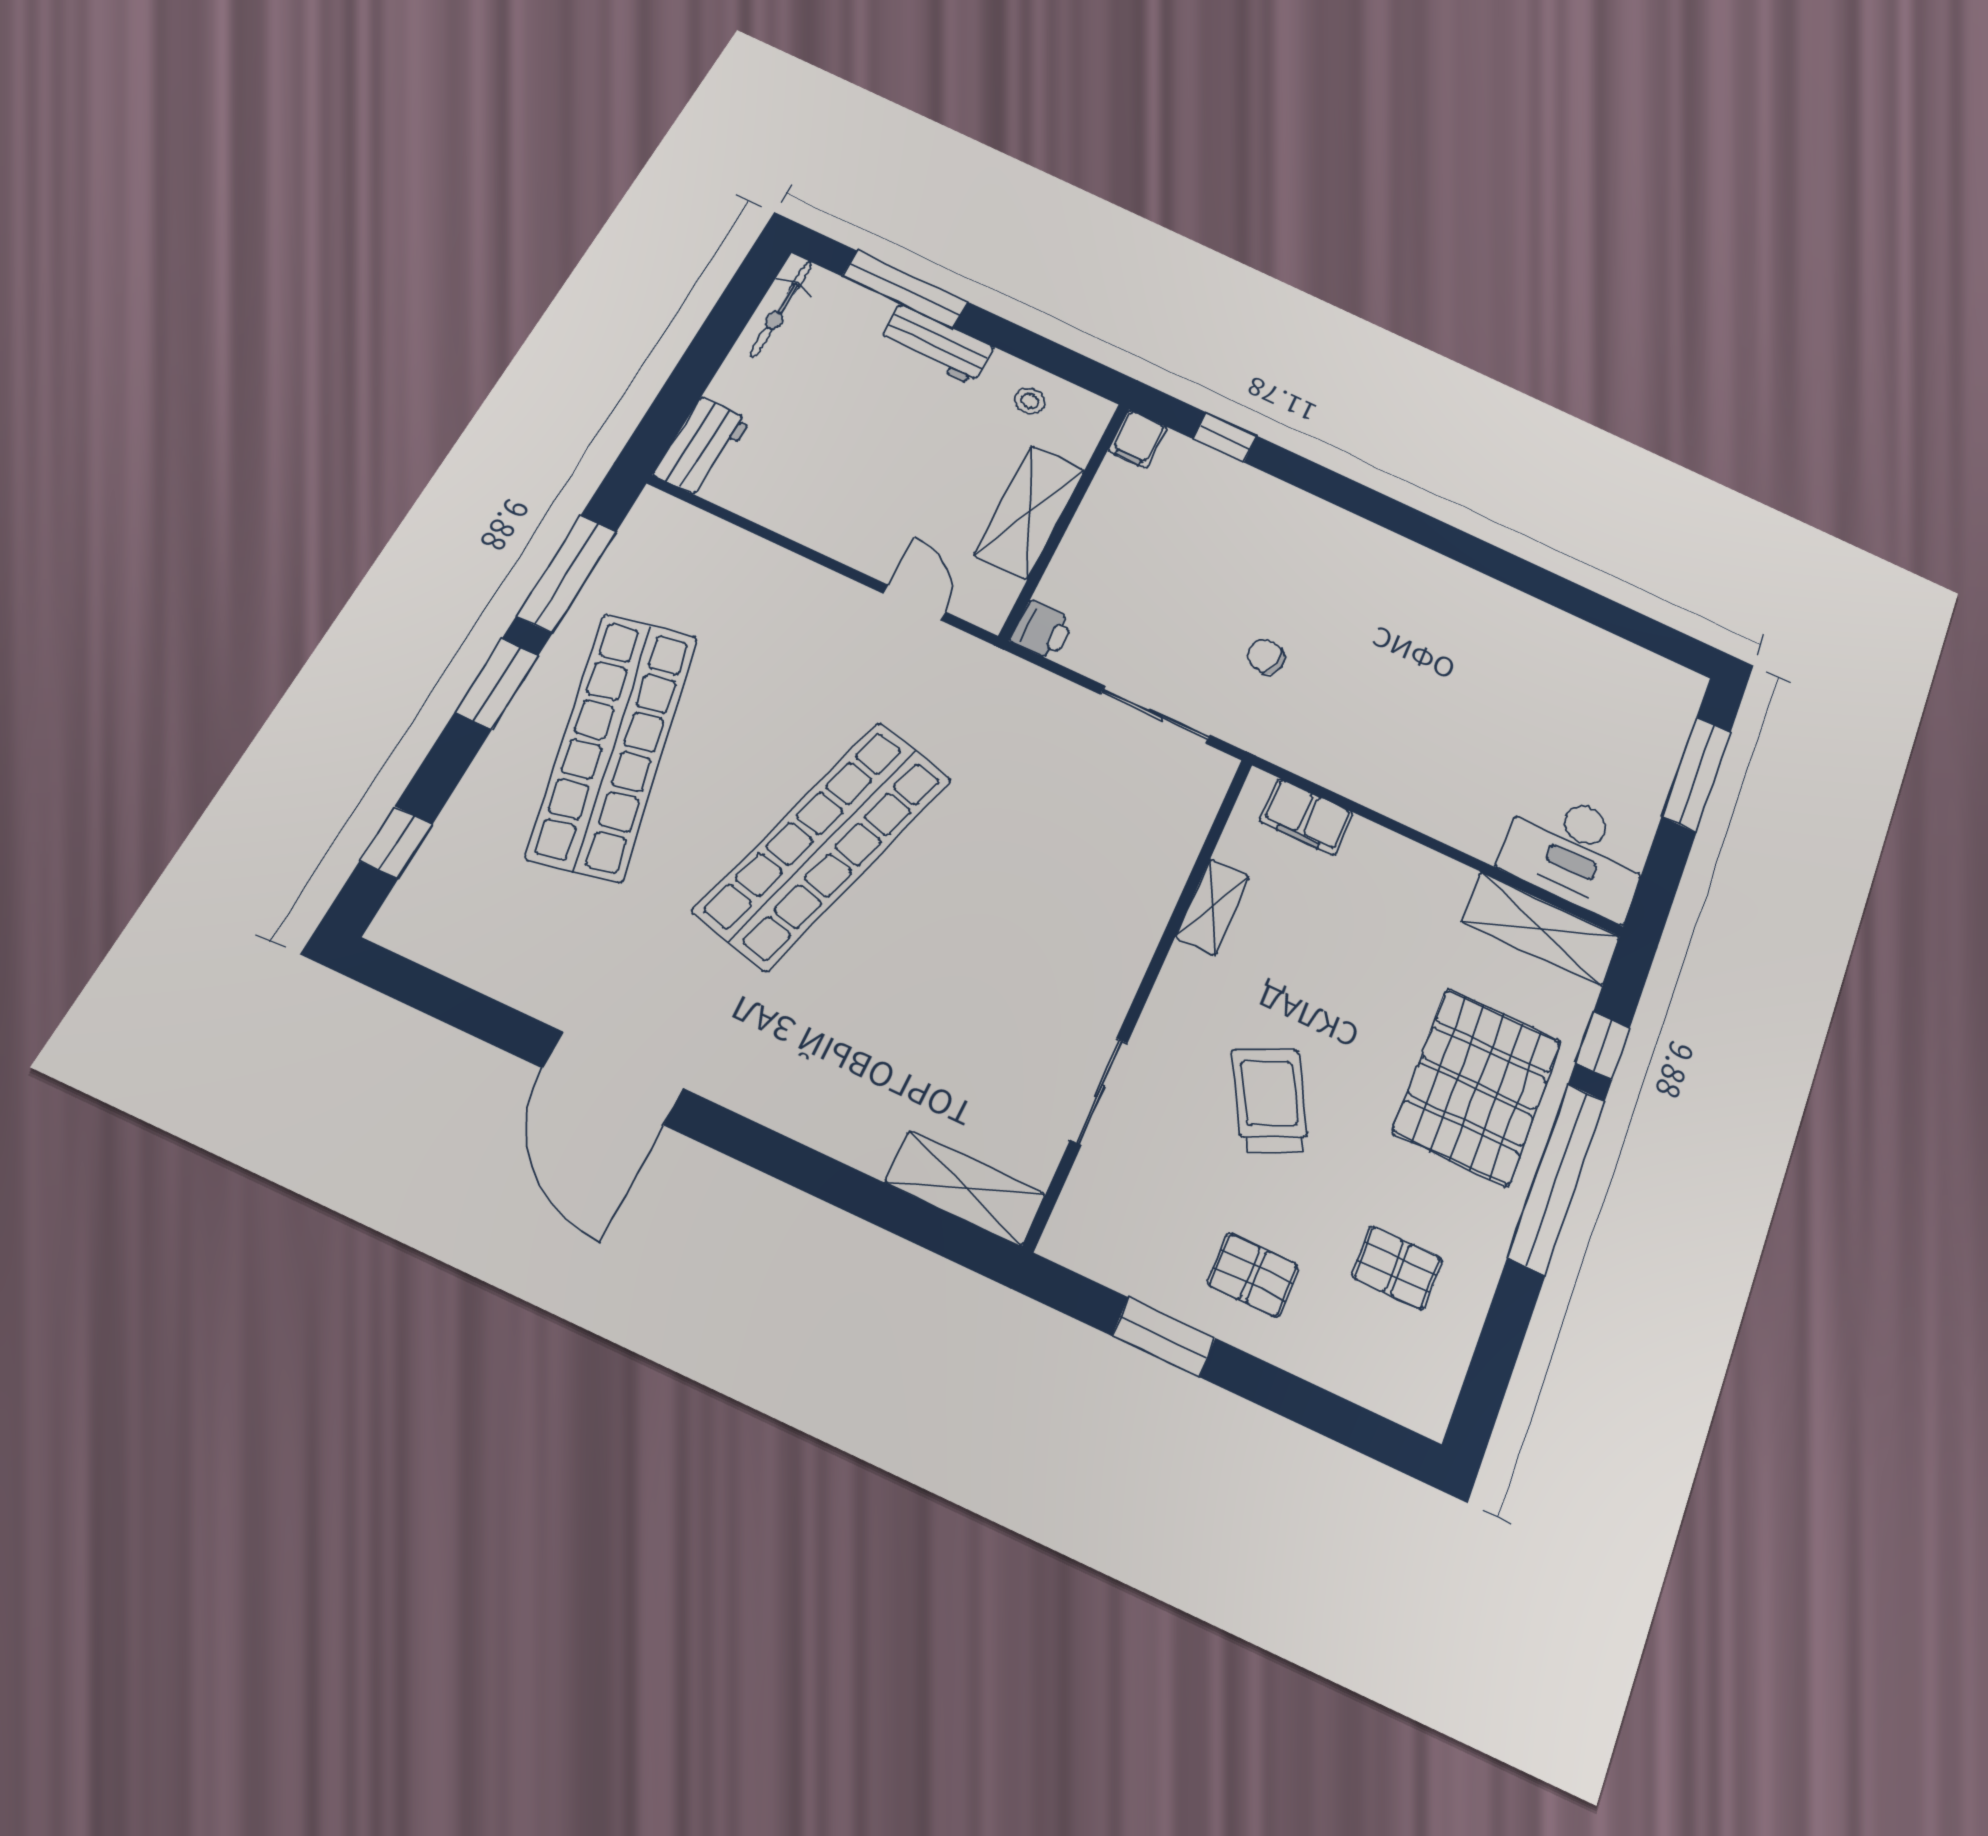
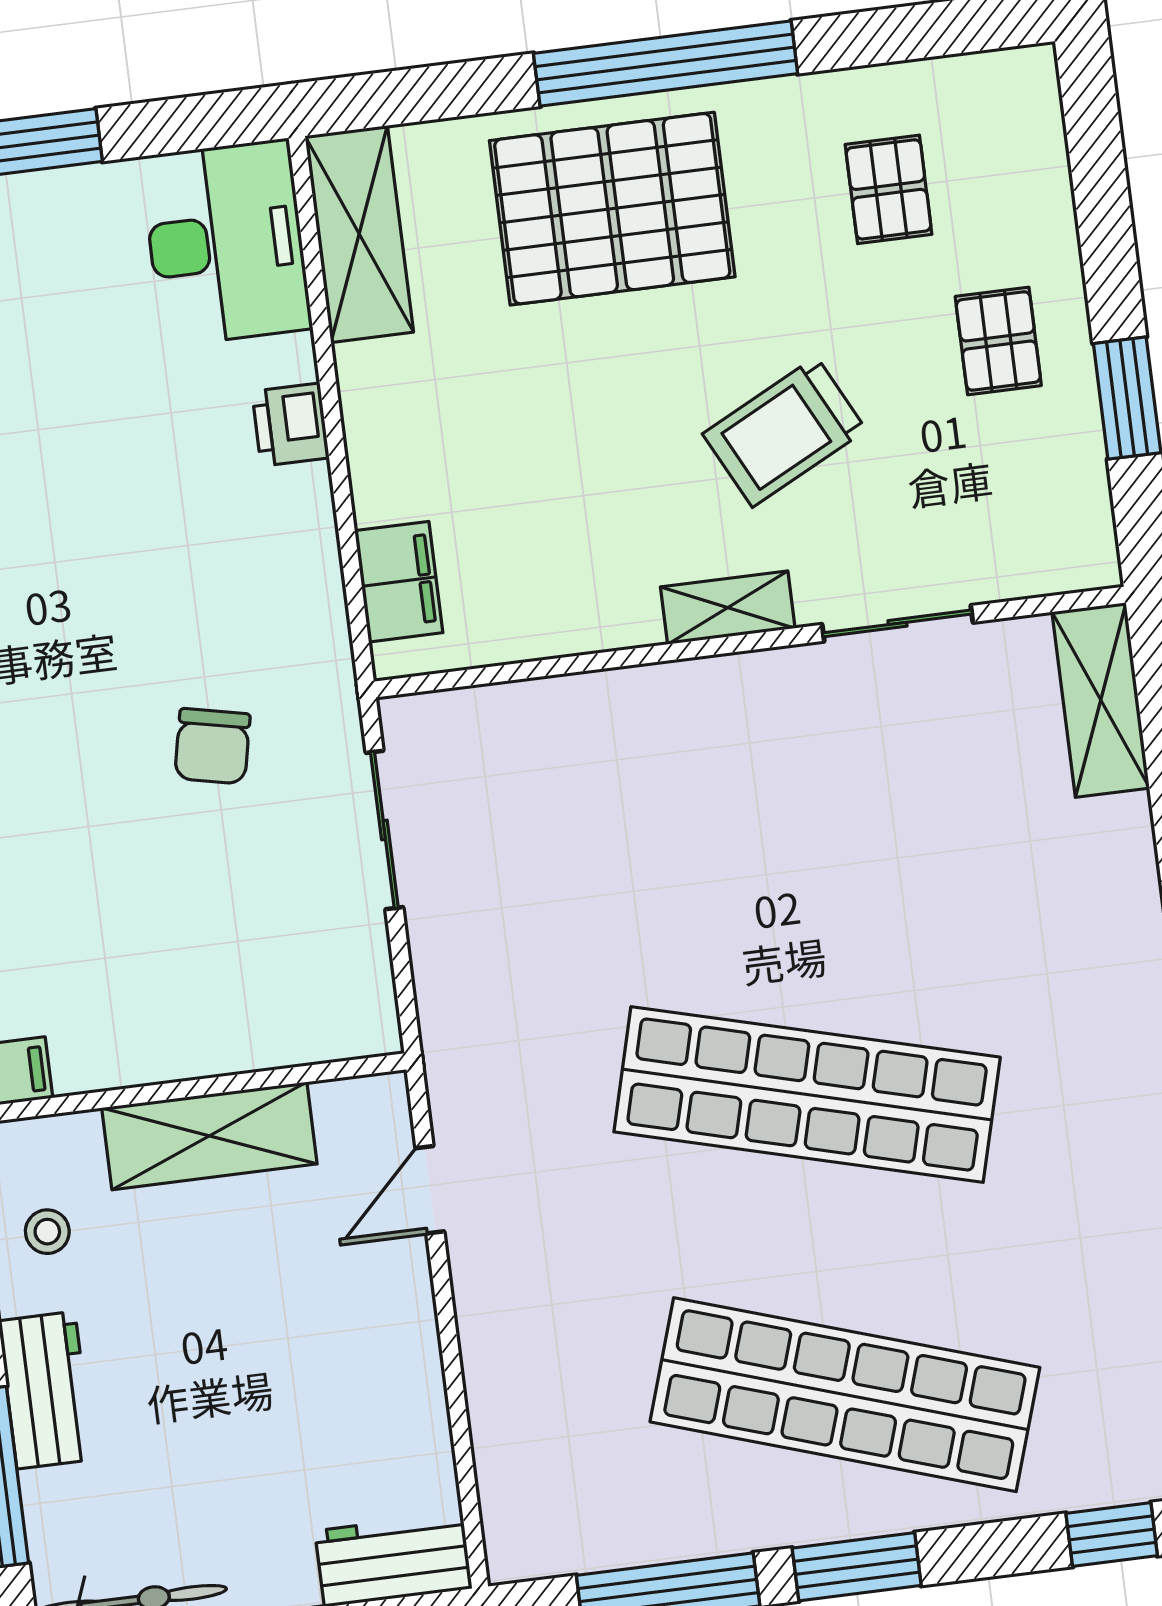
printer: (1042, 630) -> (290, 425), moved, turned -90
chair: (1266, 657) -> (212, 746), width x1.37, depth x1.37
shop shelf: (613, 746) -> (845, 1395), turned 30
shelving: (1213, 907) -> (728, 608), moved
window: (1603, 1045) -> (463, 89), removed

